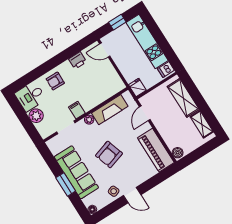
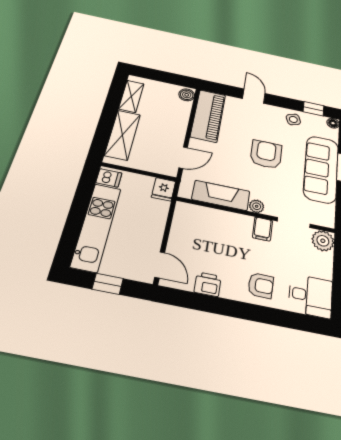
plant: (36, 116) -> (323, 241), moved
armchair: (109, 154) -> (266, 154), turned -72
door: (132, 195) -> (254, 96), moved
window: (109, 210) -> (313, 109), added

